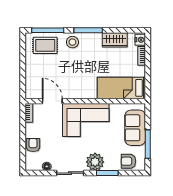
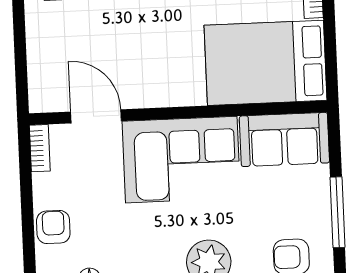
bed: (121, 88) -> (265, 63), width x1.50
sofa: (135, 128) -> (284, 139), moved, turned -90

